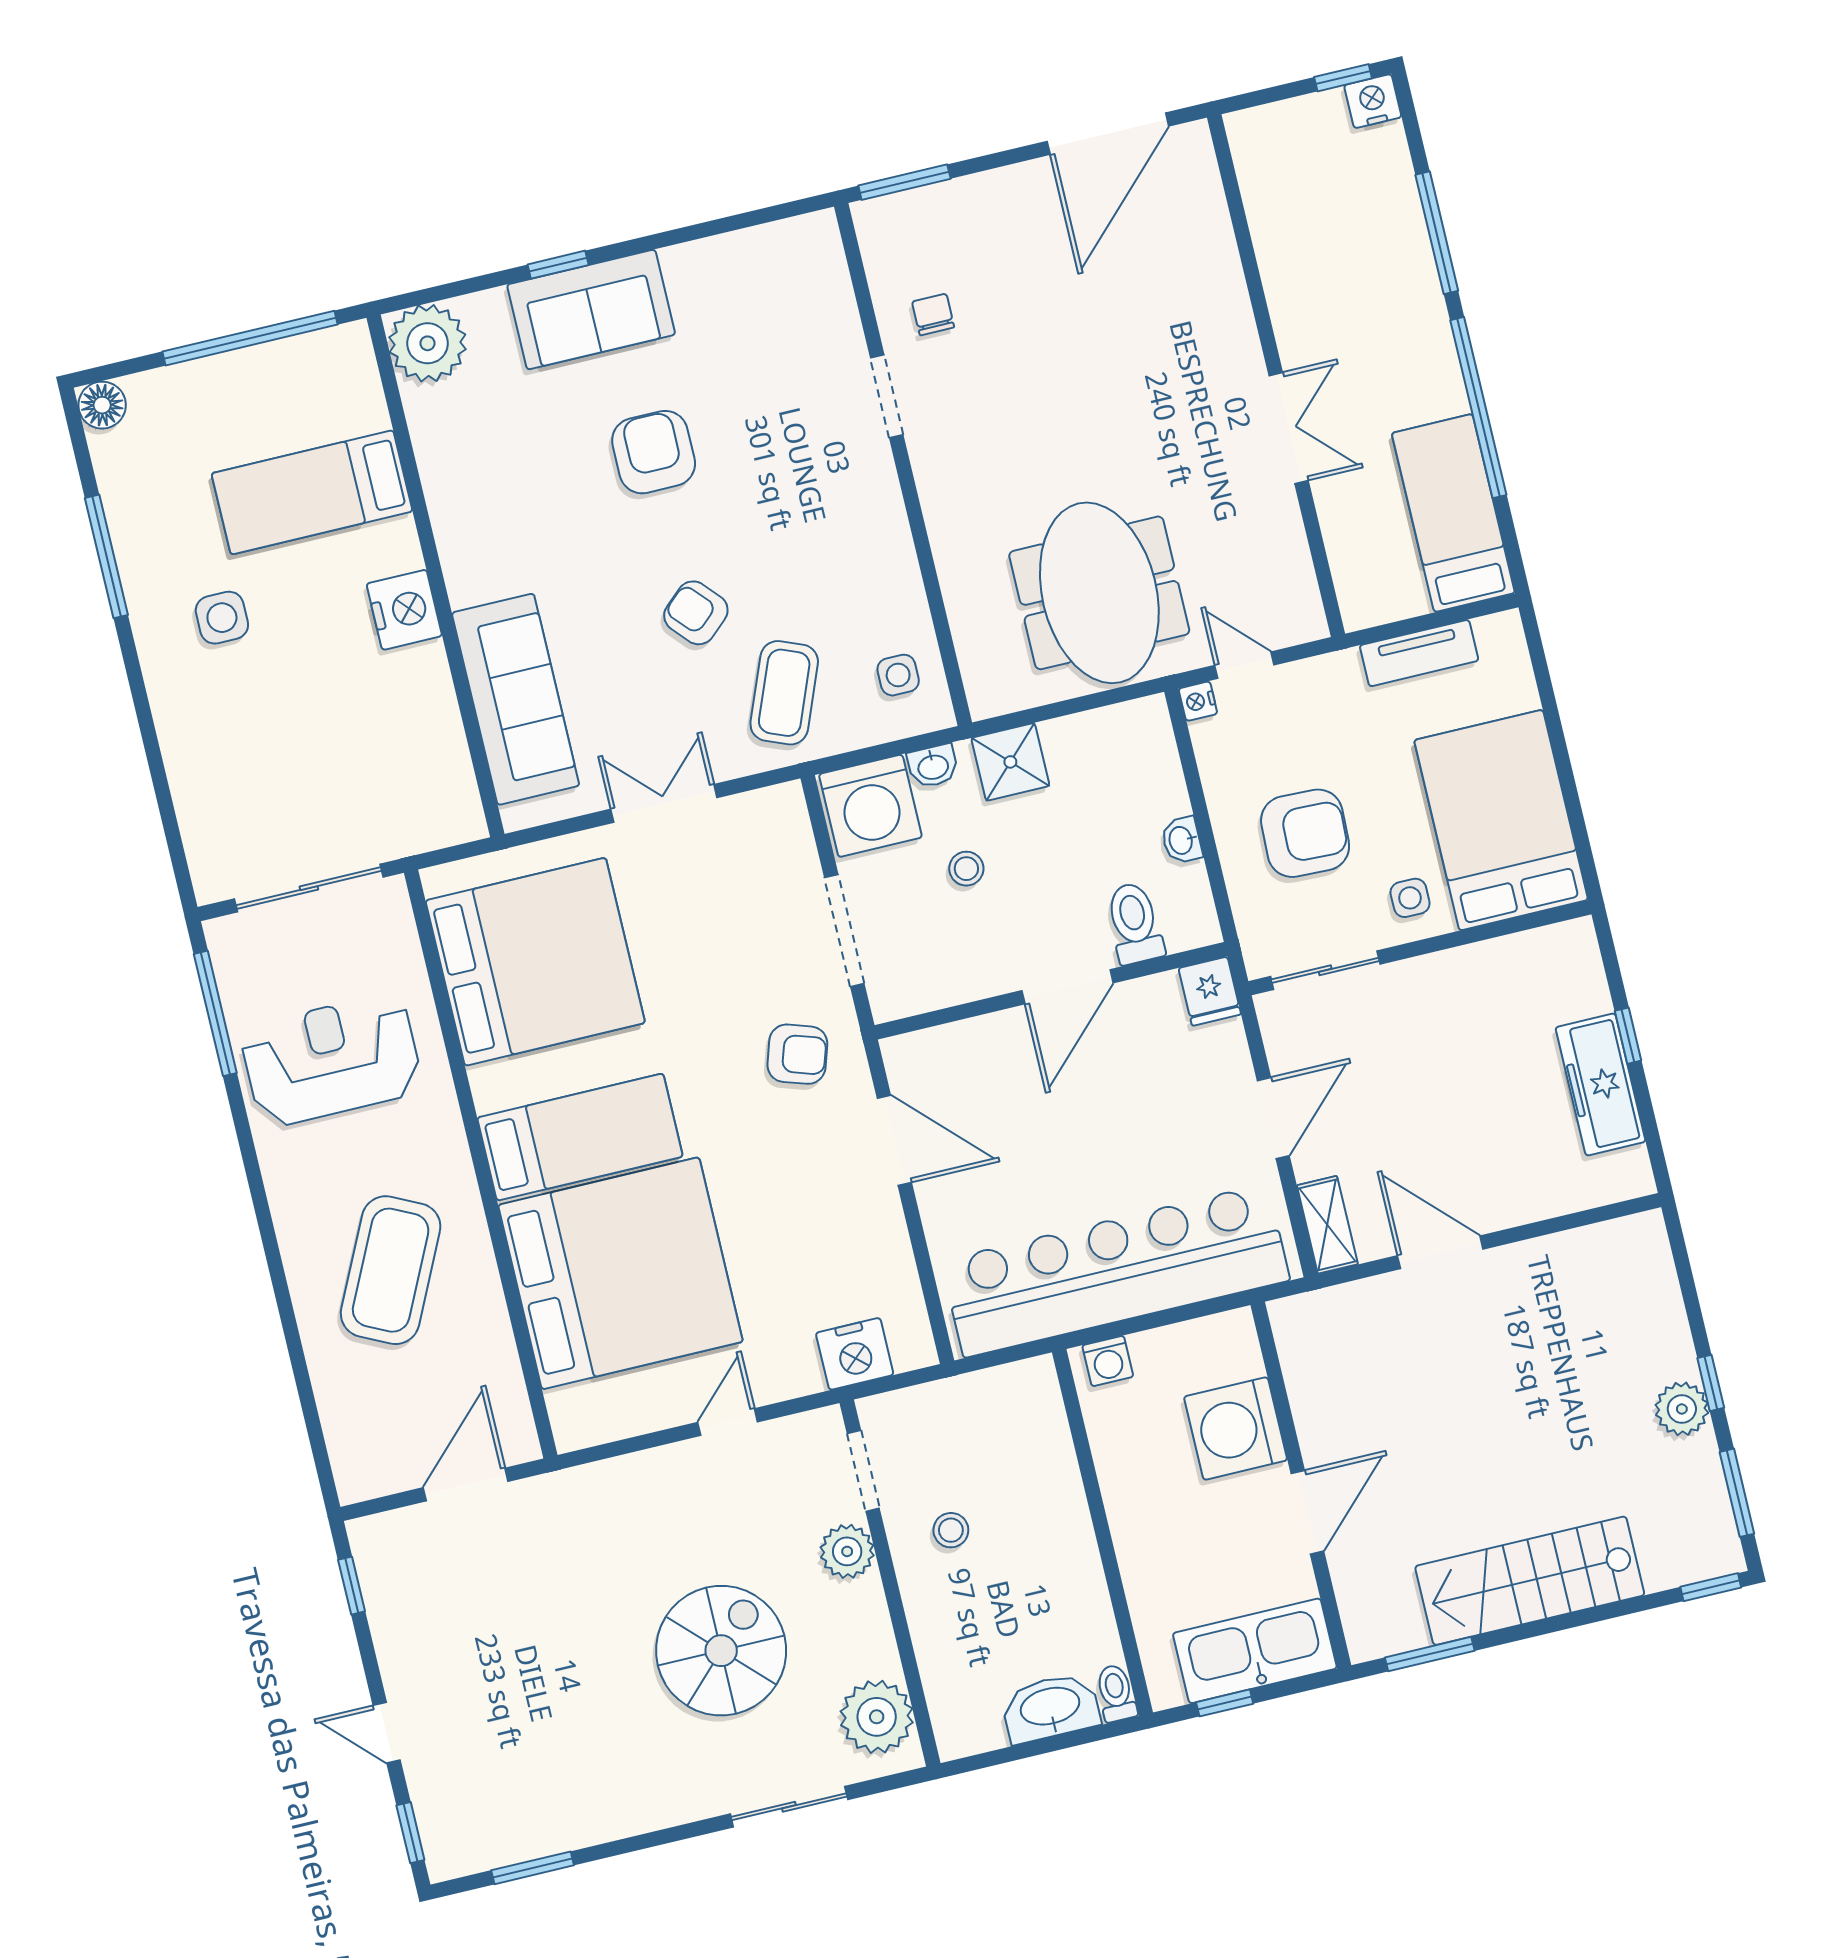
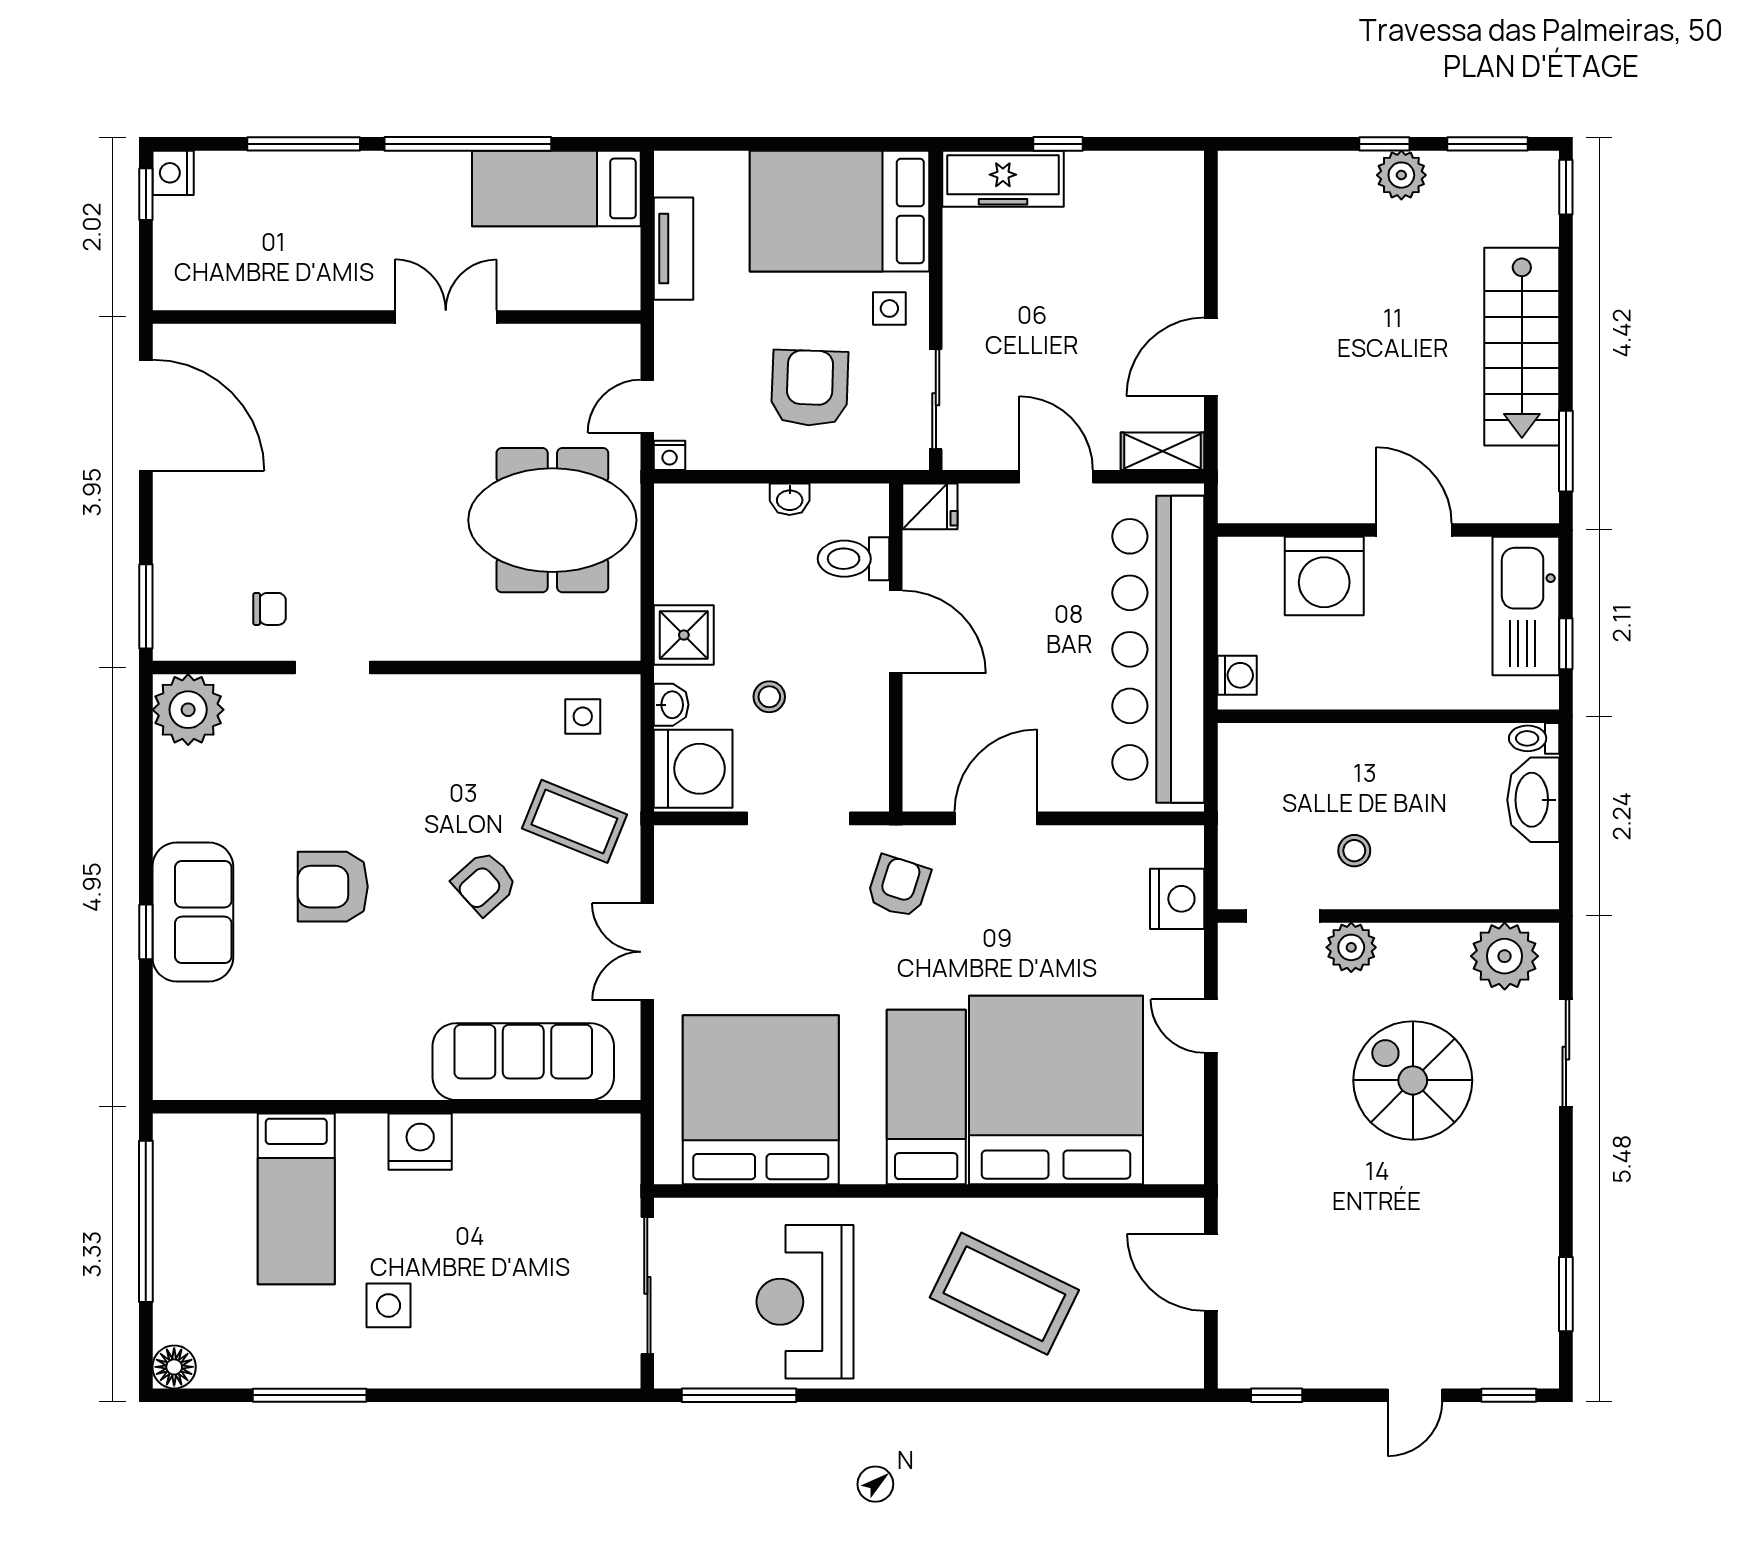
chair: (933, 314) -> (270, 609), turned 180
plant: (428, 343) -> (188, 710), moved
freezer: (1600, 1085) -> (1003, 179), moved

